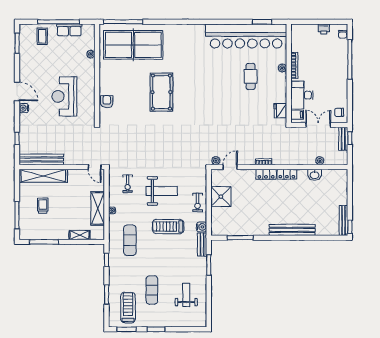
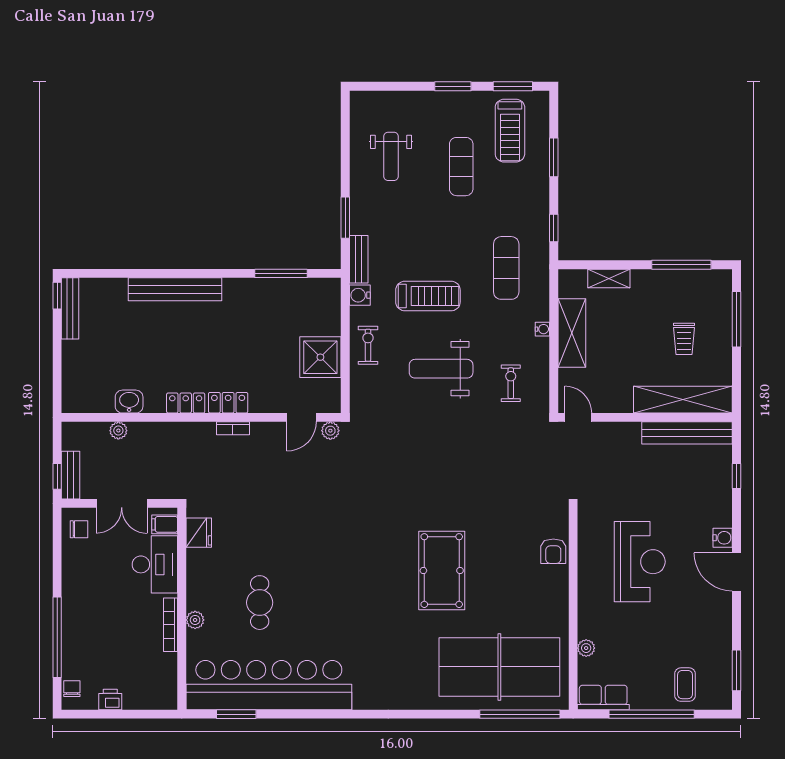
row of seats: (69, 30) -> (603, 698), moved

